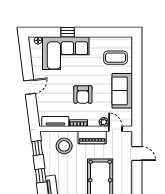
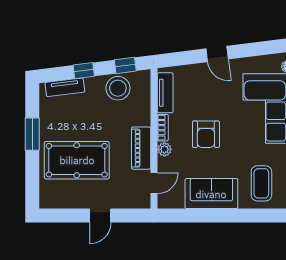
armchair: (83, 94) -> (206, 134), turned -90
plant: (104, 122) -> (164, 149), moved
stool: (64, 146) -> (118, 88), moved
door: (137, 154) -> (100, 216), moved

